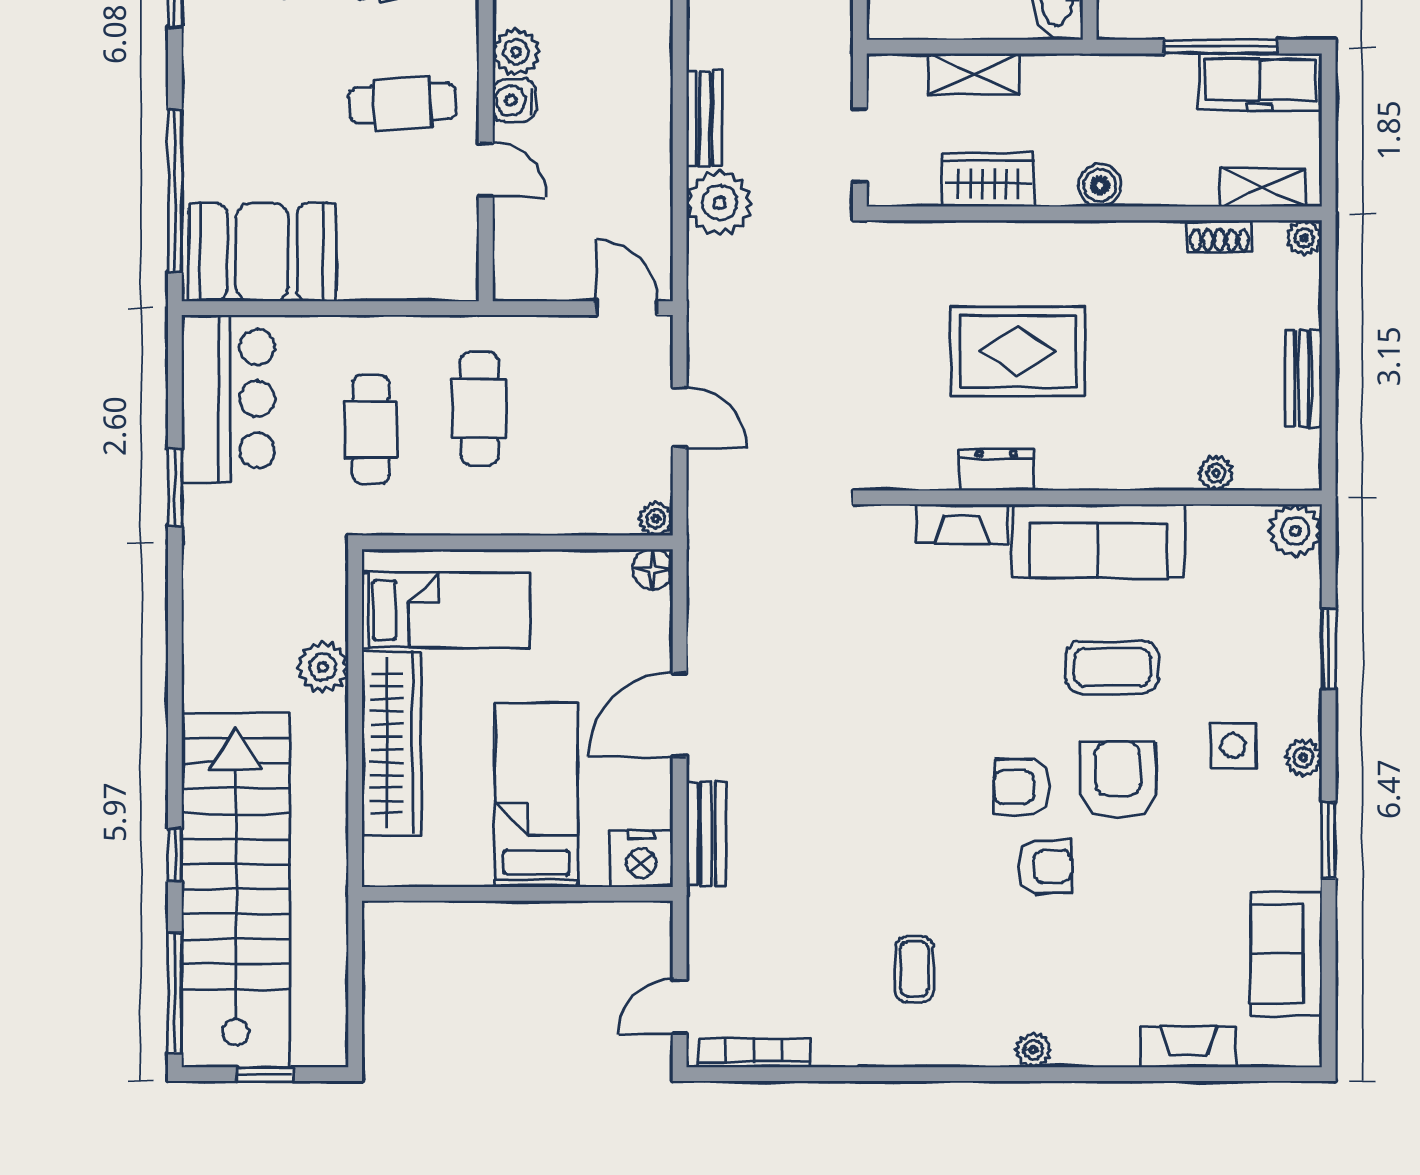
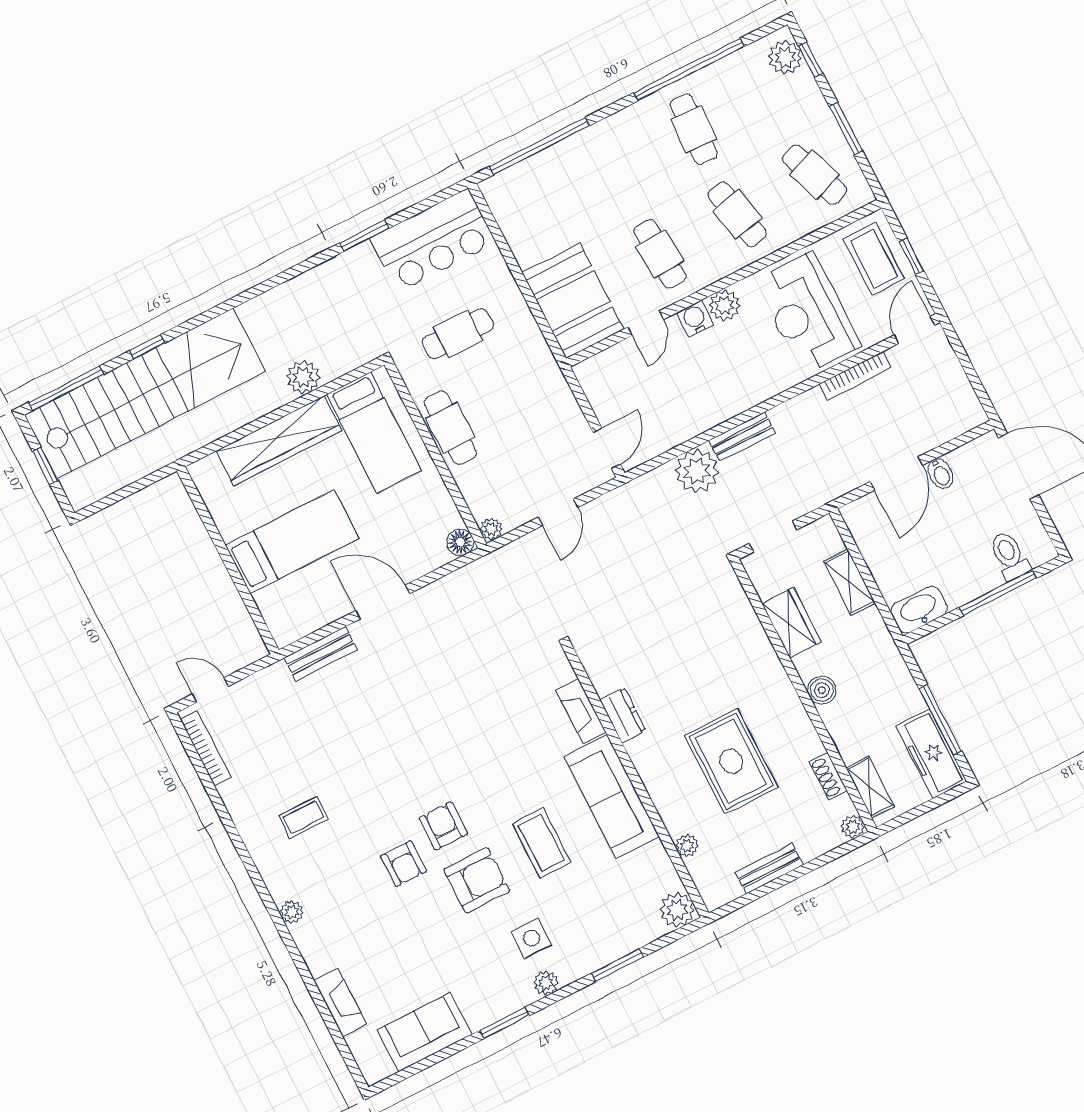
booth: (262, 252) -> (573, 301), moved
rug: (1018, 351) -> (731, 761), moved
cafe table: (480, 409) -> (450, 428), moved, turned 90
nightstand: (641, 859) -> (286, 623), removed

